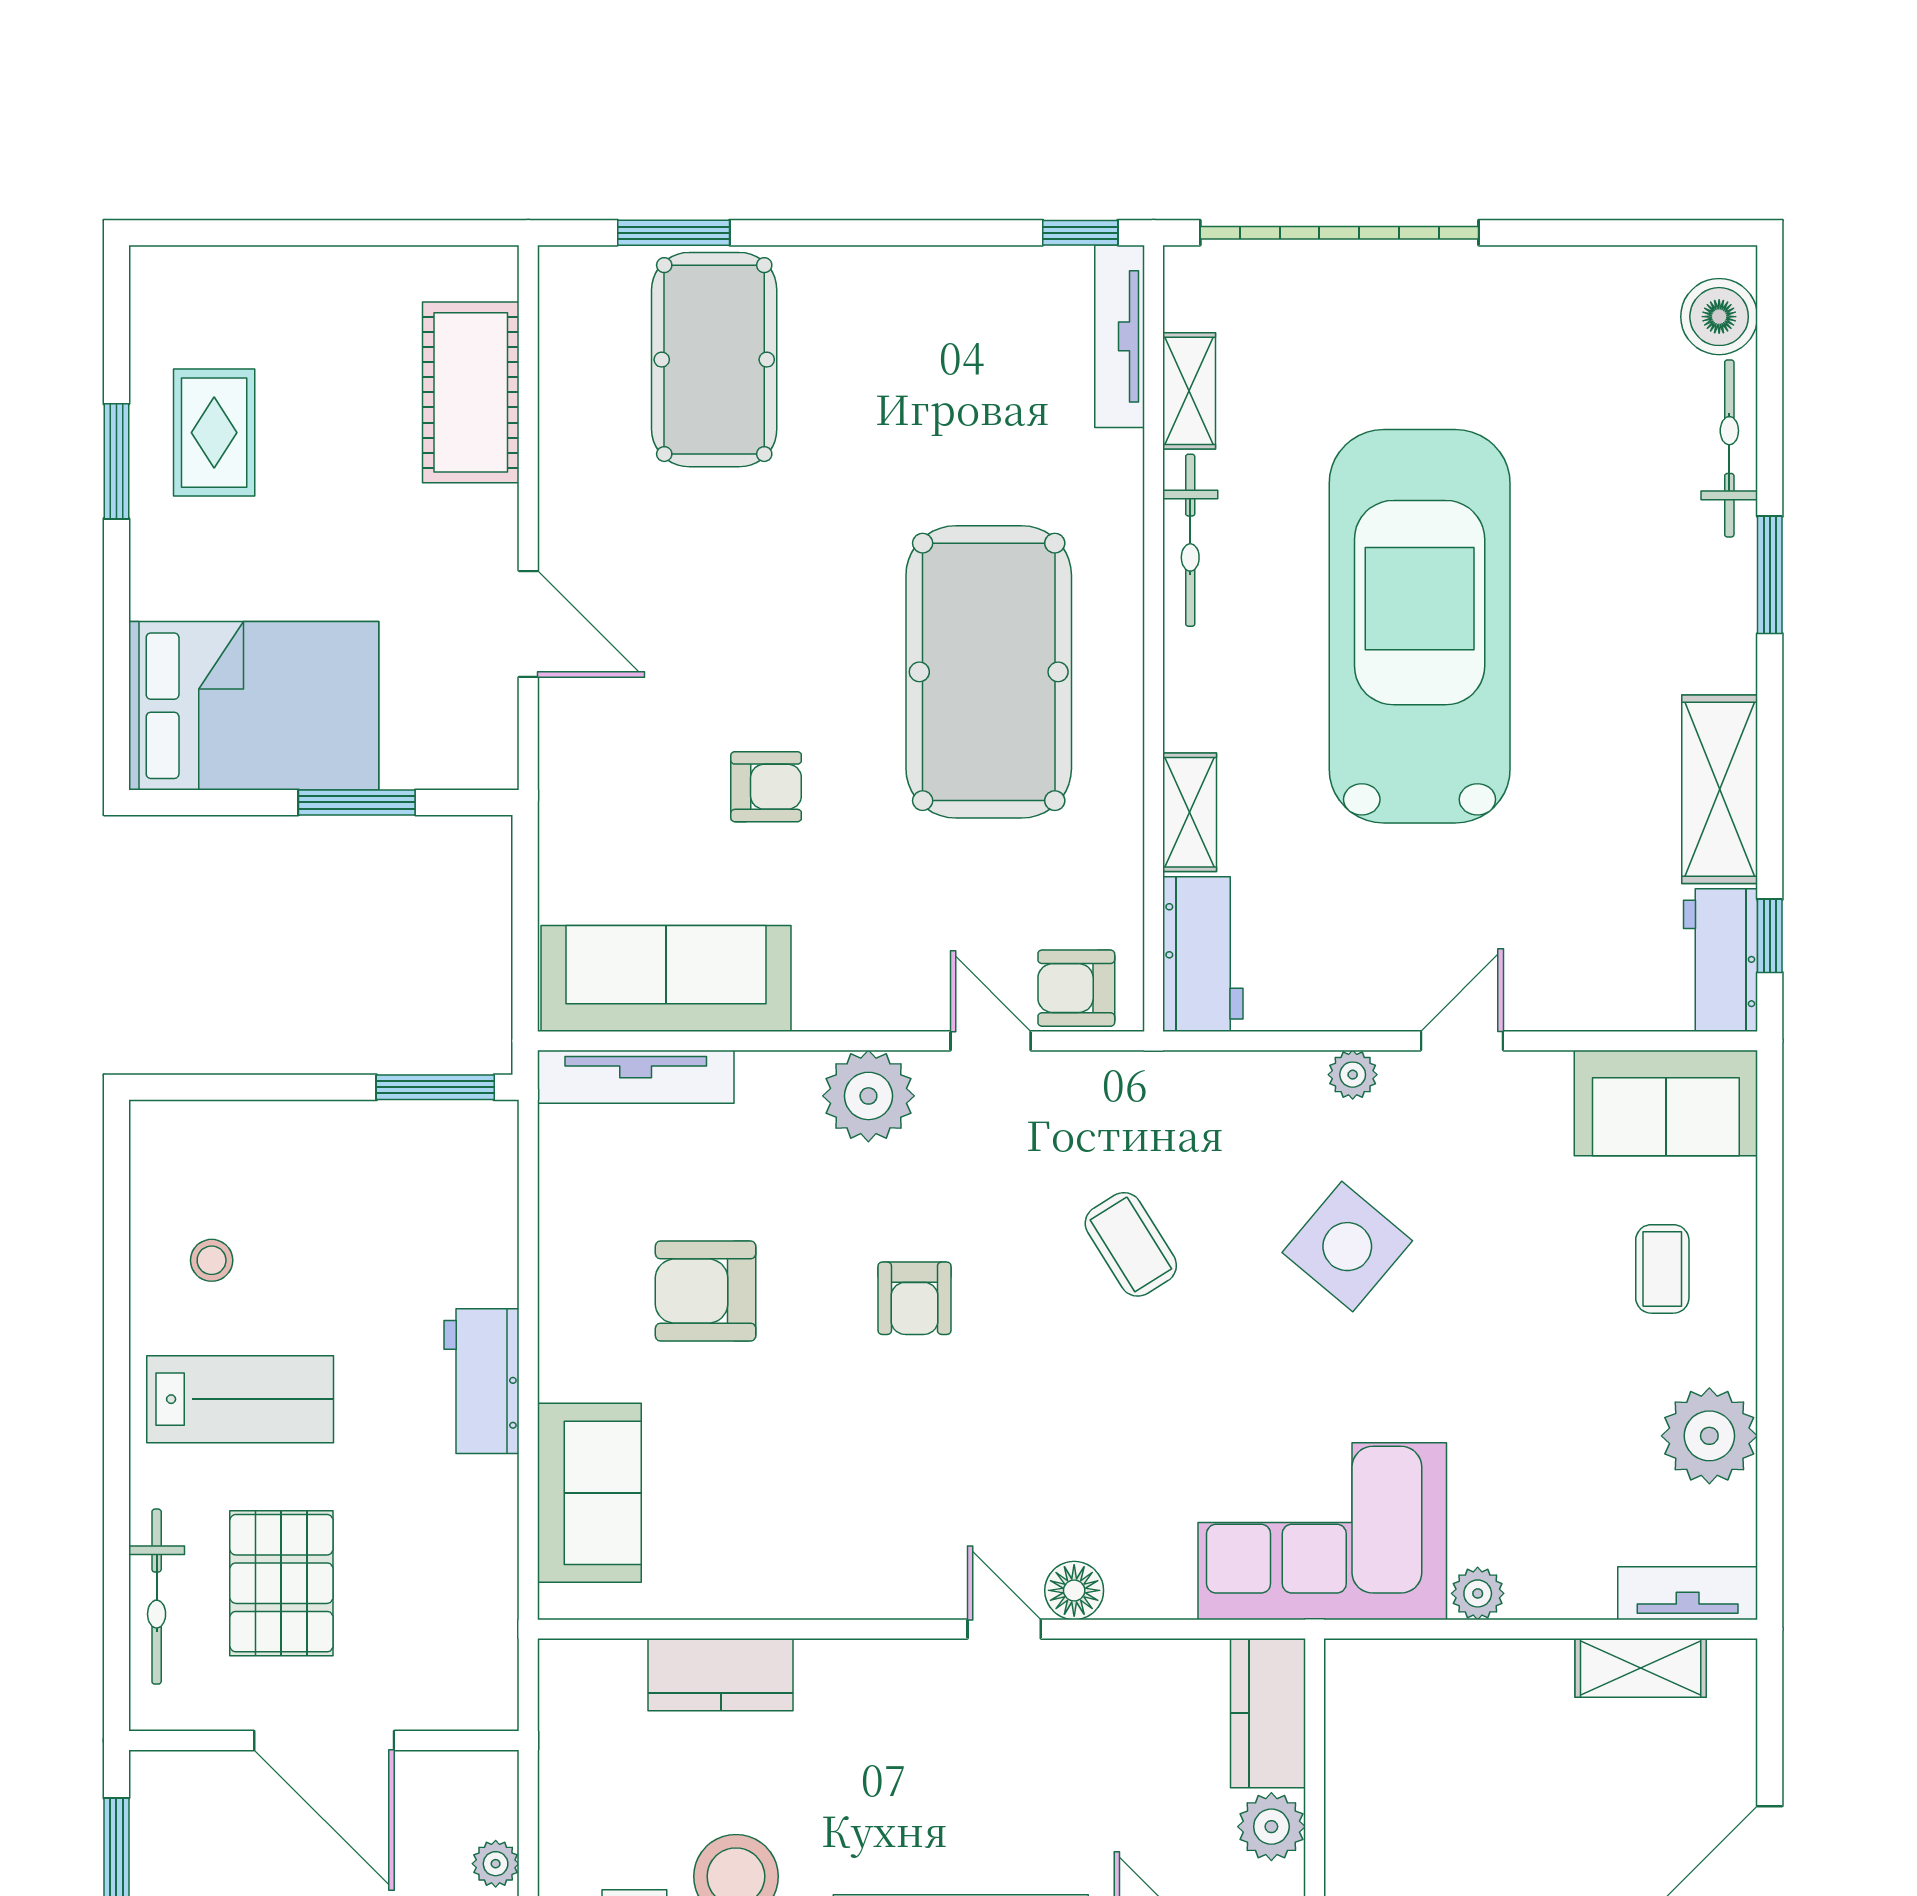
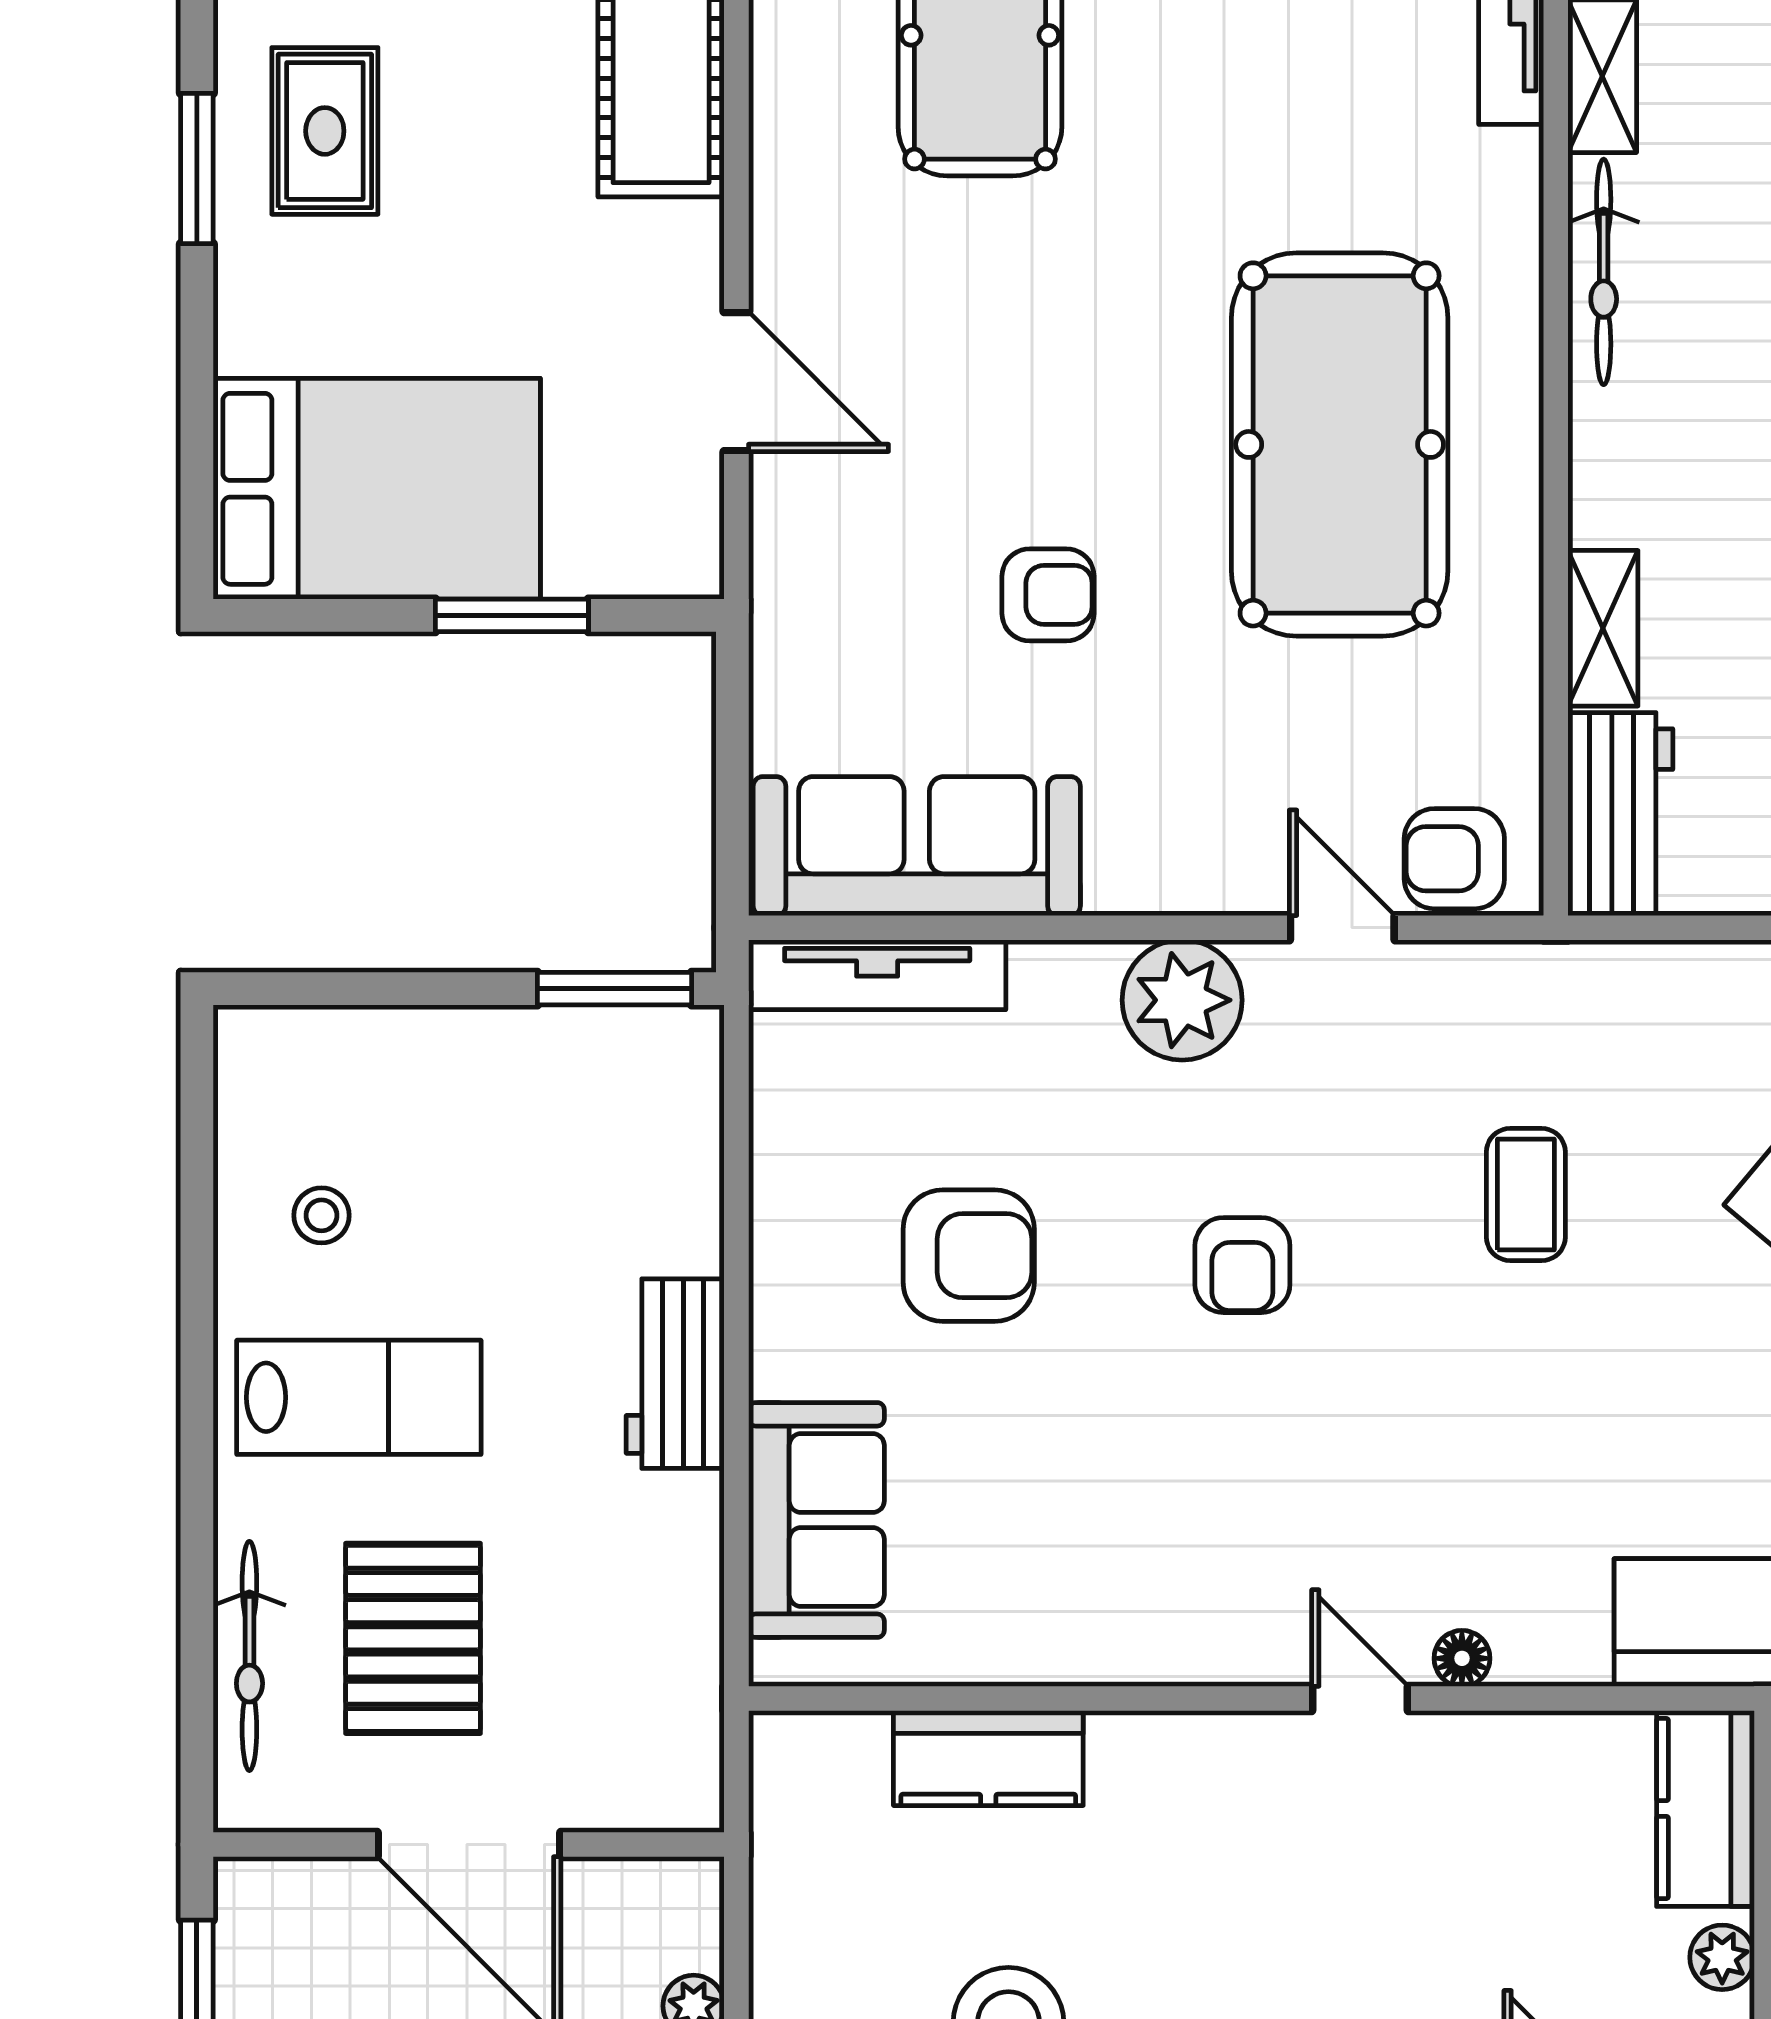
coffee table: (1131, 1244) -> (1526, 1194), turned 32
armchair: (706, 1291) -> (969, 1256), turned 180
floor lamp: (1074, 1590) -> (1462, 1658), width x0.73, depth x0.73
plant: (1271, 1827) -> (1722, 1957), width x0.73, depth x0.73

